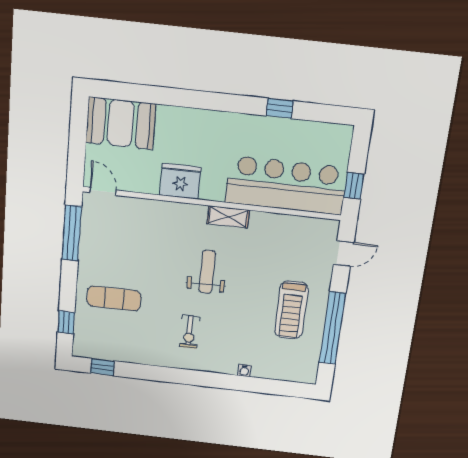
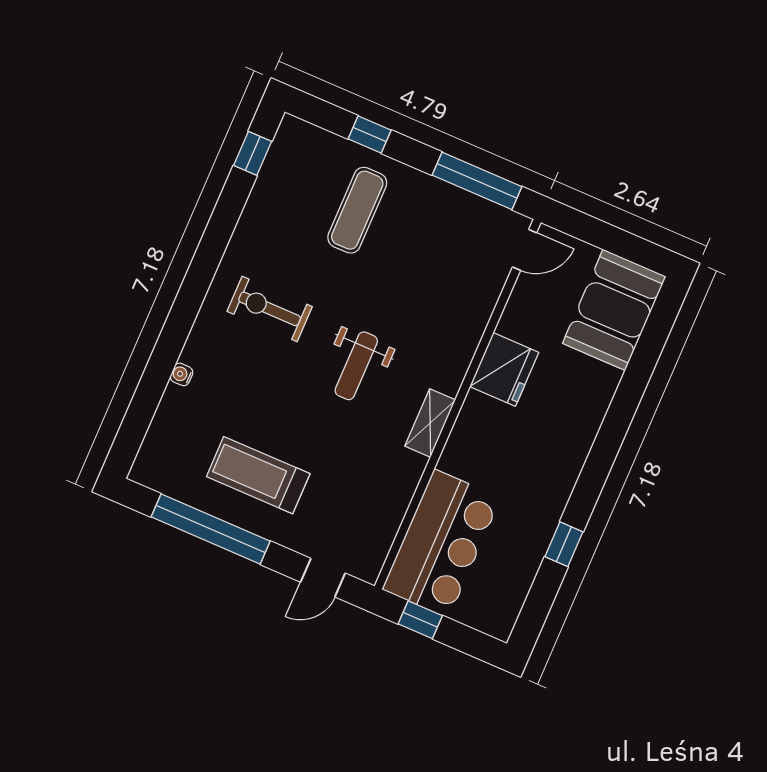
bar counter: (286, 185) -> (441, 544), width x0.73
door: (344, 253) -> (323, 578), hinge flipped
weight bench: (207, 272) -> (356, 366), turned 90
window: (66, 322) -> (370, 134), moved
exercise bike: (189, 332) -> (270, 309), width x1.38, depth x1.39

